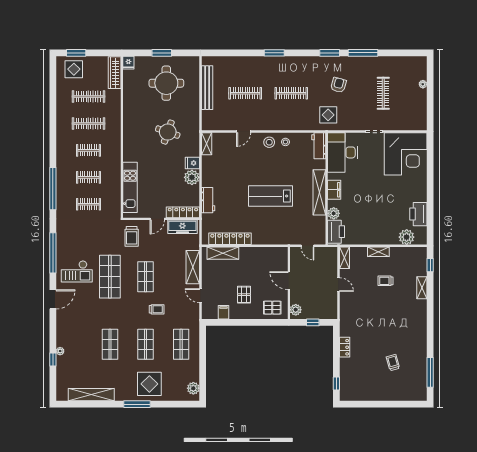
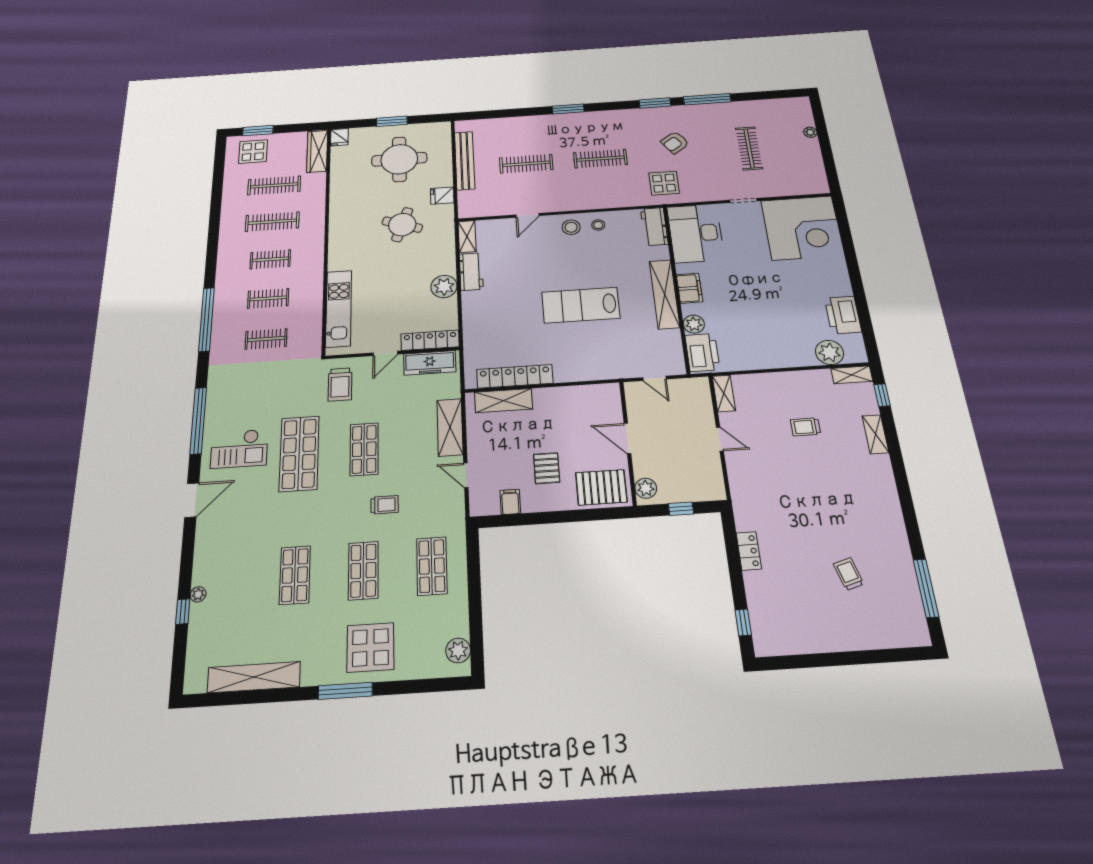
armchair: (338, 85) -> (675, 143), turned -140
fridge: (192, 163) -> (442, 196), moved
workbench: (208, 200) -> (471, 272), moved
shelving: (378, 252) -> (852, 375), moved
pallet: (272, 308) -> (601, 487), width x1.50, depth x1.42

